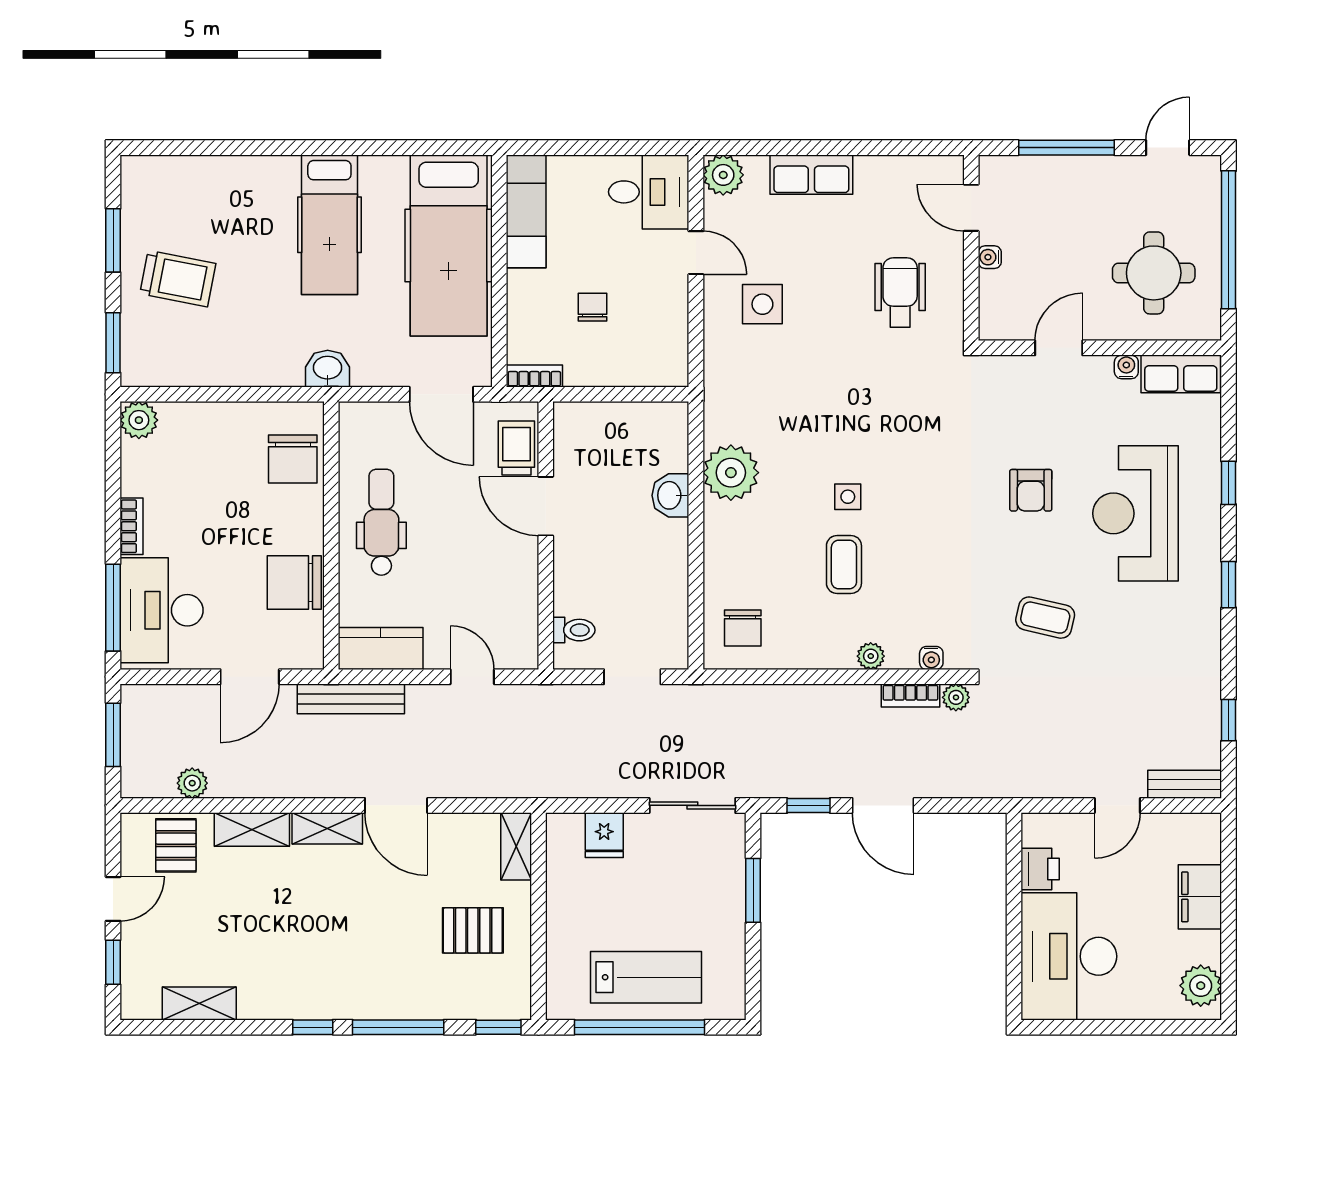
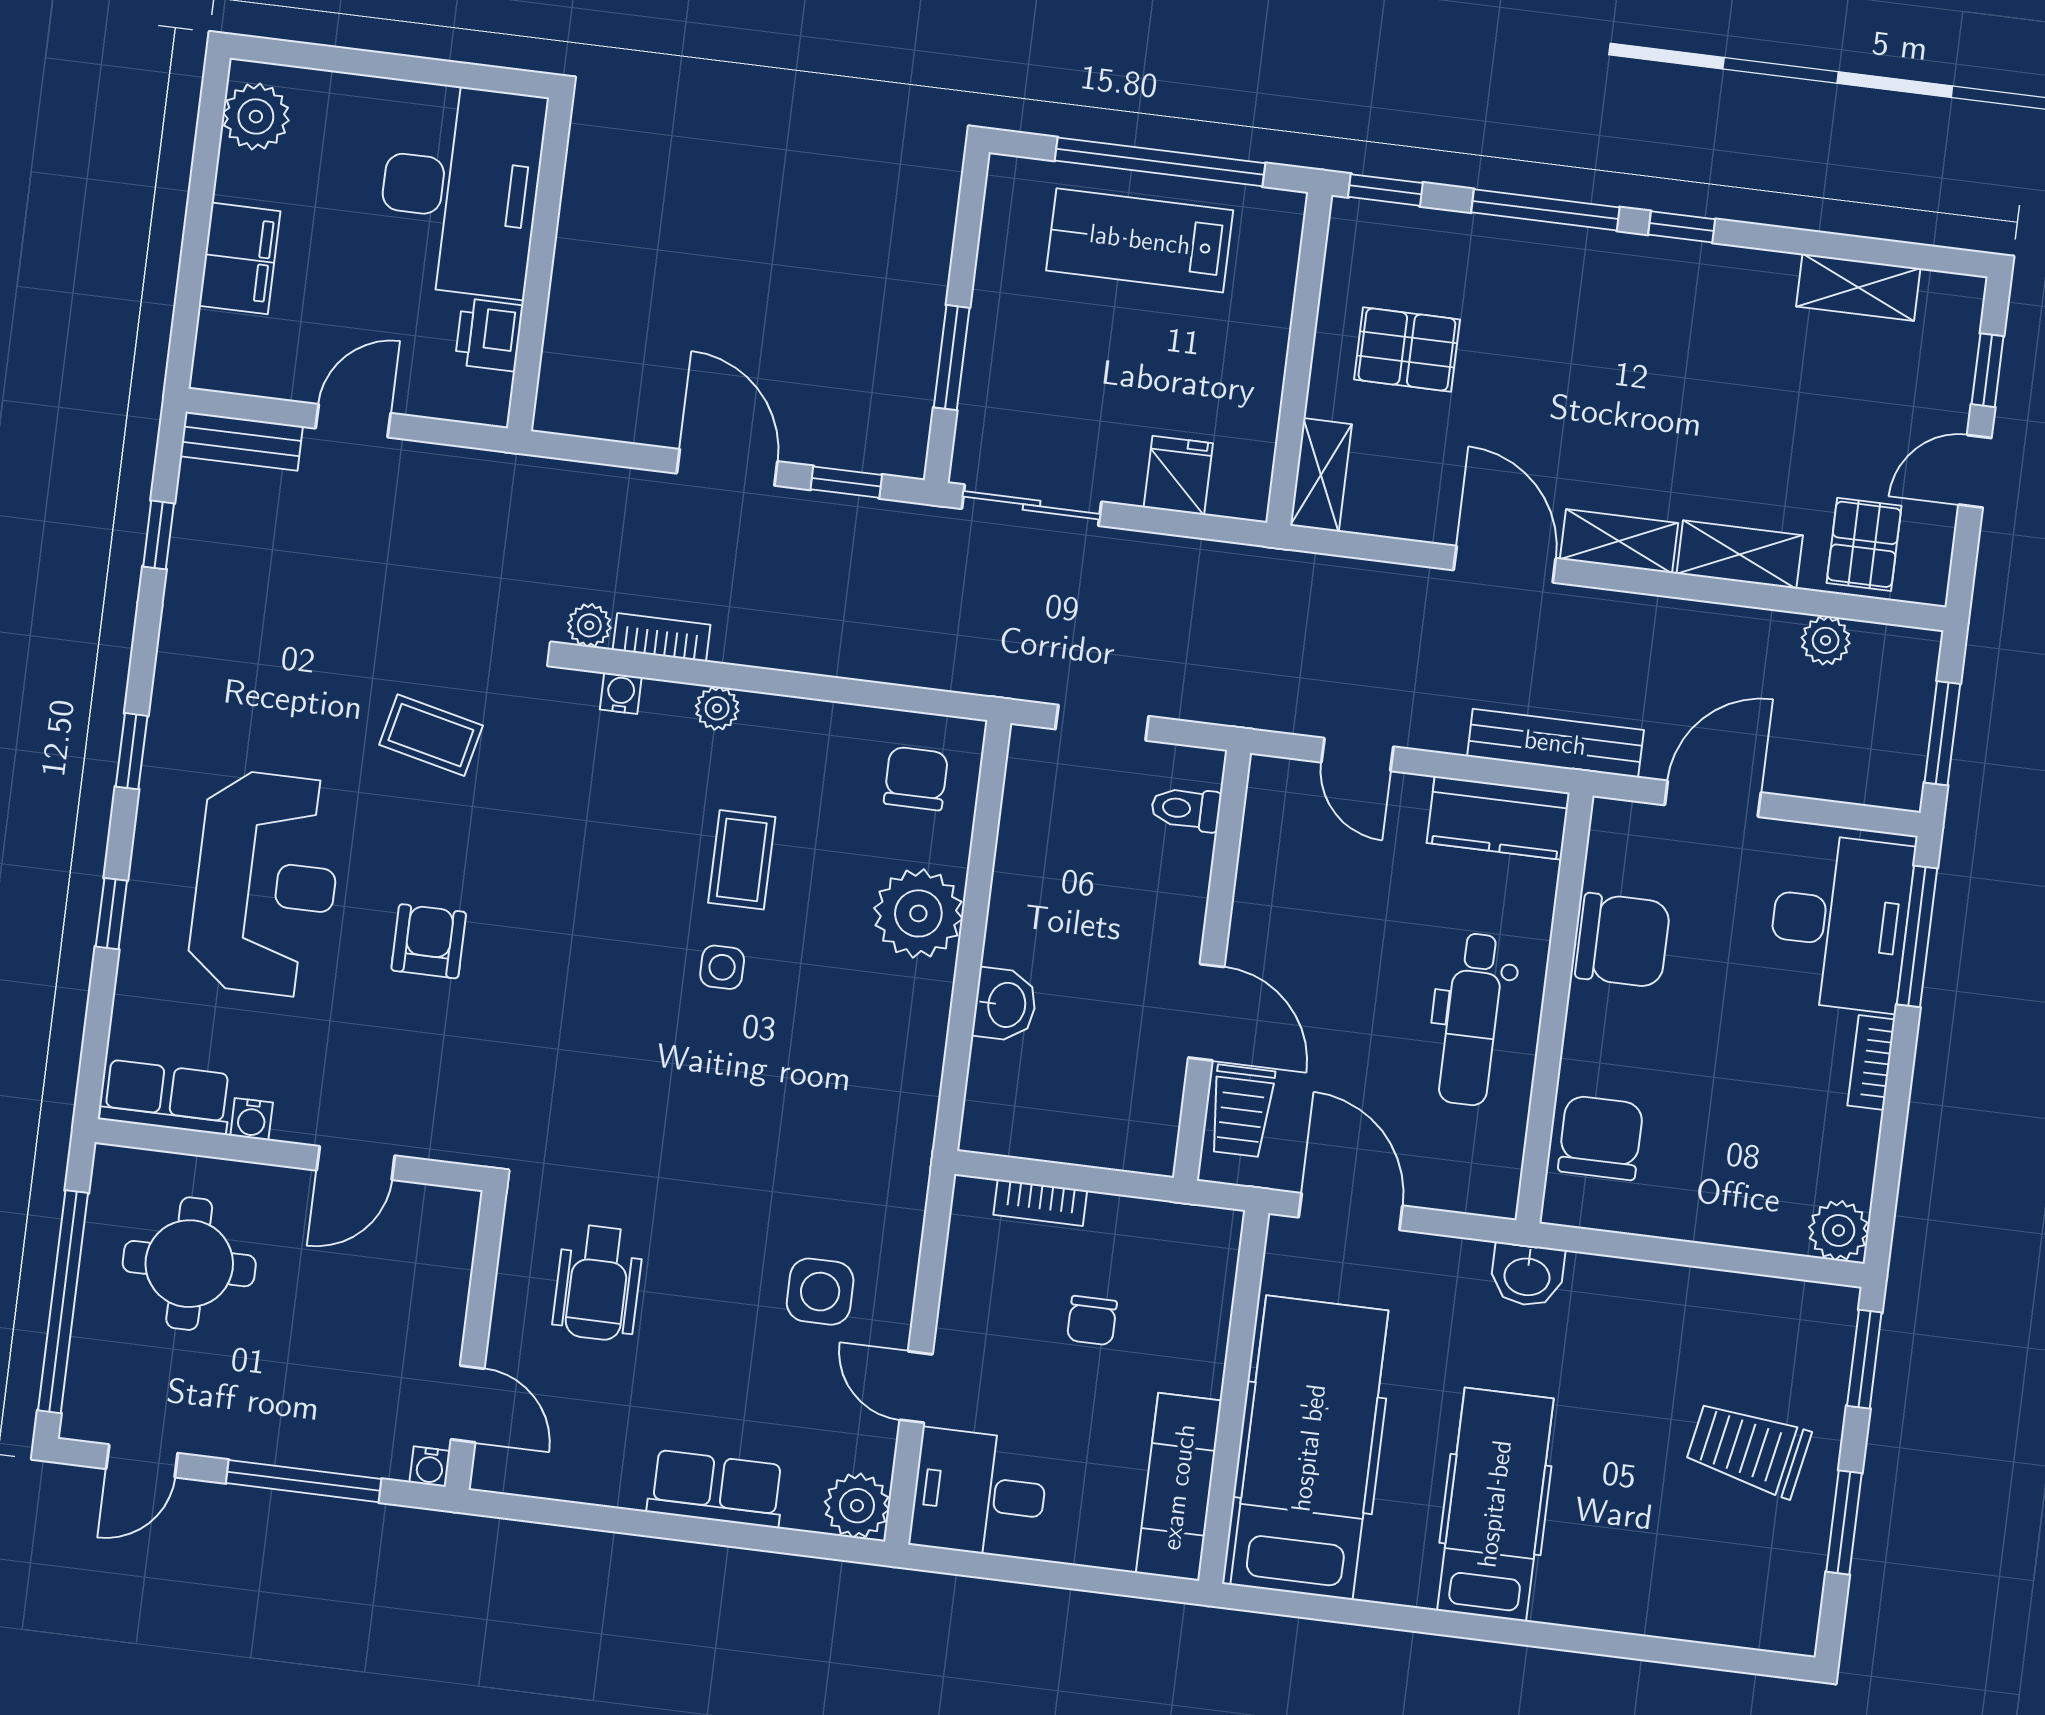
water cooler: (990, 257) -> (430, 1467), moved, turned 90
bookcase: (534, 376) -> (1040, 1203), moved
plant: (731, 473) -> (918, 913), moved

